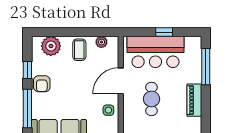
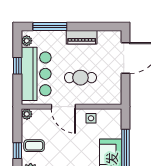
window: (74, 32) -> (17, 151), added
plant: (101, 42) -> (27, 114), moved
plant: (191, 42) -> (27, 41), added

